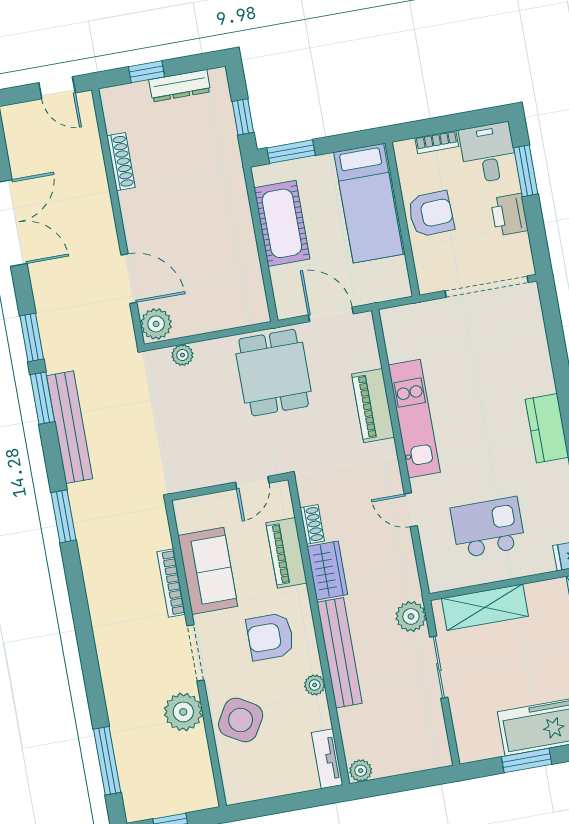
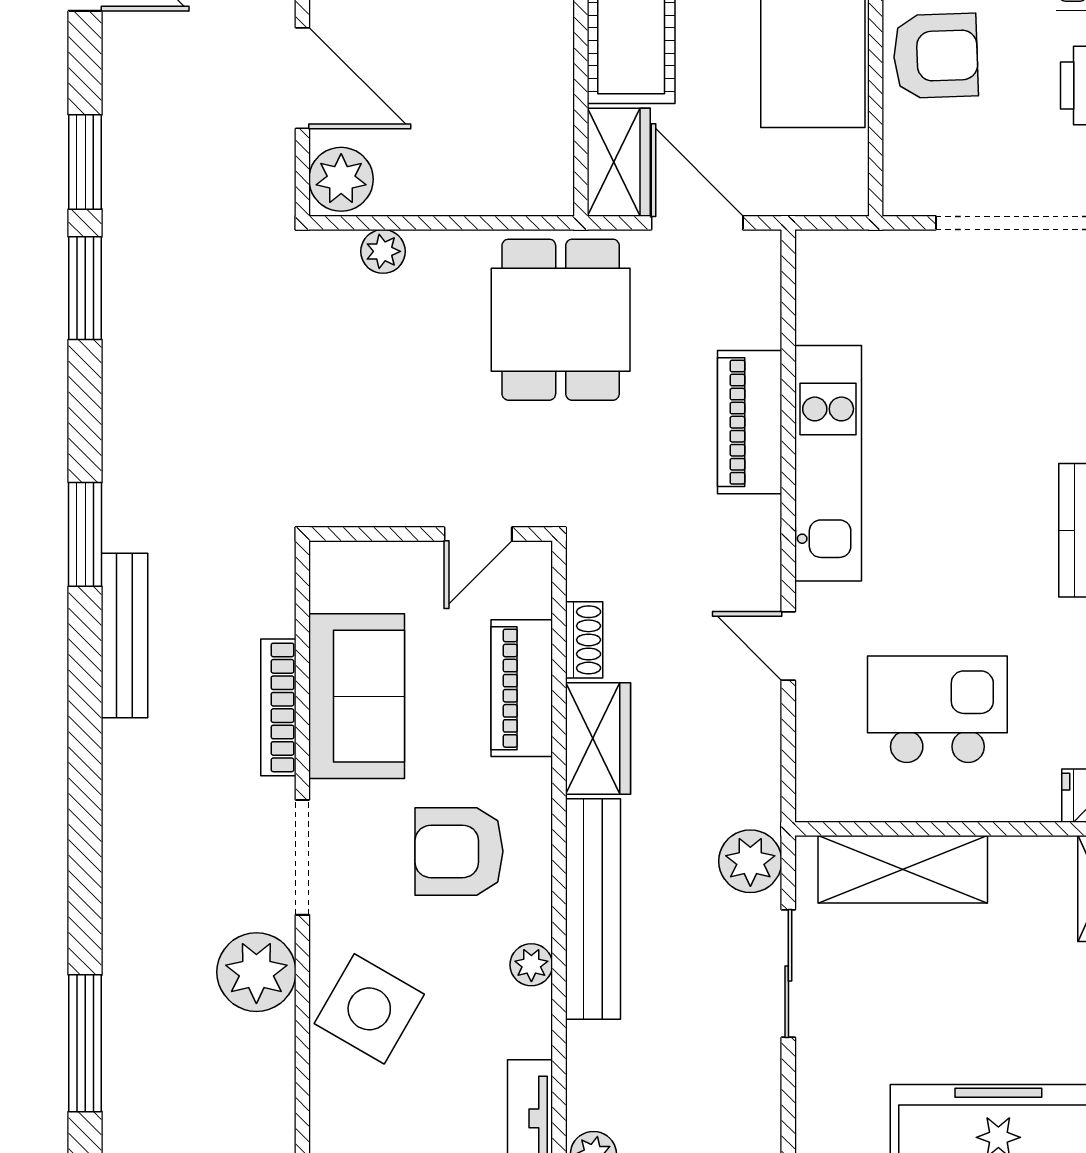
wardrobe: (288, 292) -> (619, 162), added
bench: (70, 427) -> (125, 635), moved, width x0.73, depth x0.82

